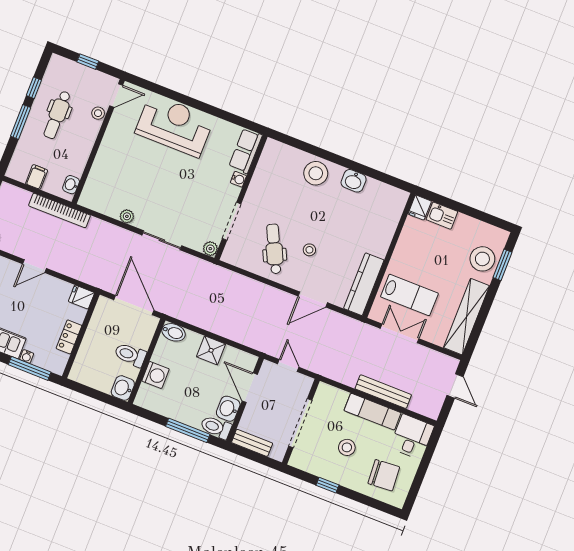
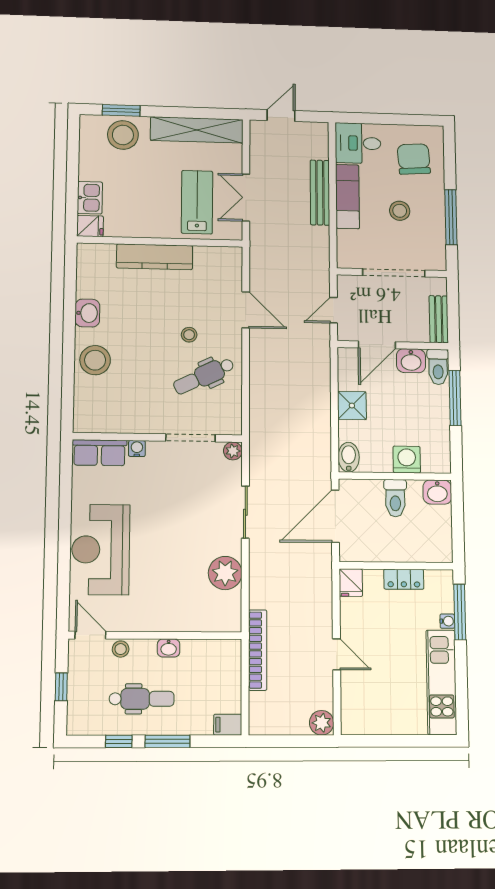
filing cabinet: (37, 177) -> (228, 725), moved
washbasin: (71, 185) -> (169, 648), moved
plant: (127, 216) -> (225, 573), width x1.87, depth x1.87
kitchen counter: (364, 284) -> (155, 257), moved
window: (328, 485) -> (451, 217), width x2.17

